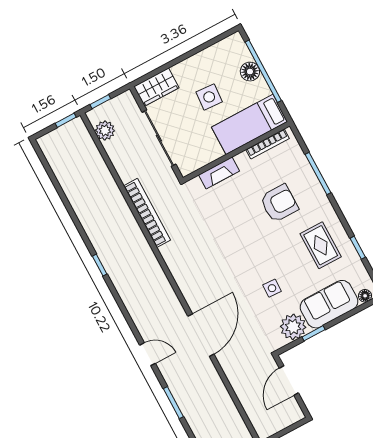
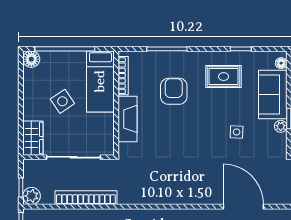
floor lamp: (250, 72) -> (31, 59), moved
side table: (209, 97) -> (62, 101), turned -38
plant: (105, 130) -> (32, 196), moved
fireplace: (219, 173) -> (128, 119), width x1.37, depth x1.32
bookcase: (147, 213) -> (86, 198), moved
plant: (293, 327) -> (281, 126), width x0.53, depth x0.53

